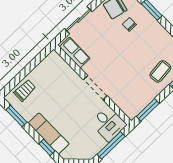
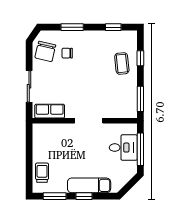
desk: (108, 124) -> (123, 148), moved
window: (47, 147) -> (84, 196), moved

